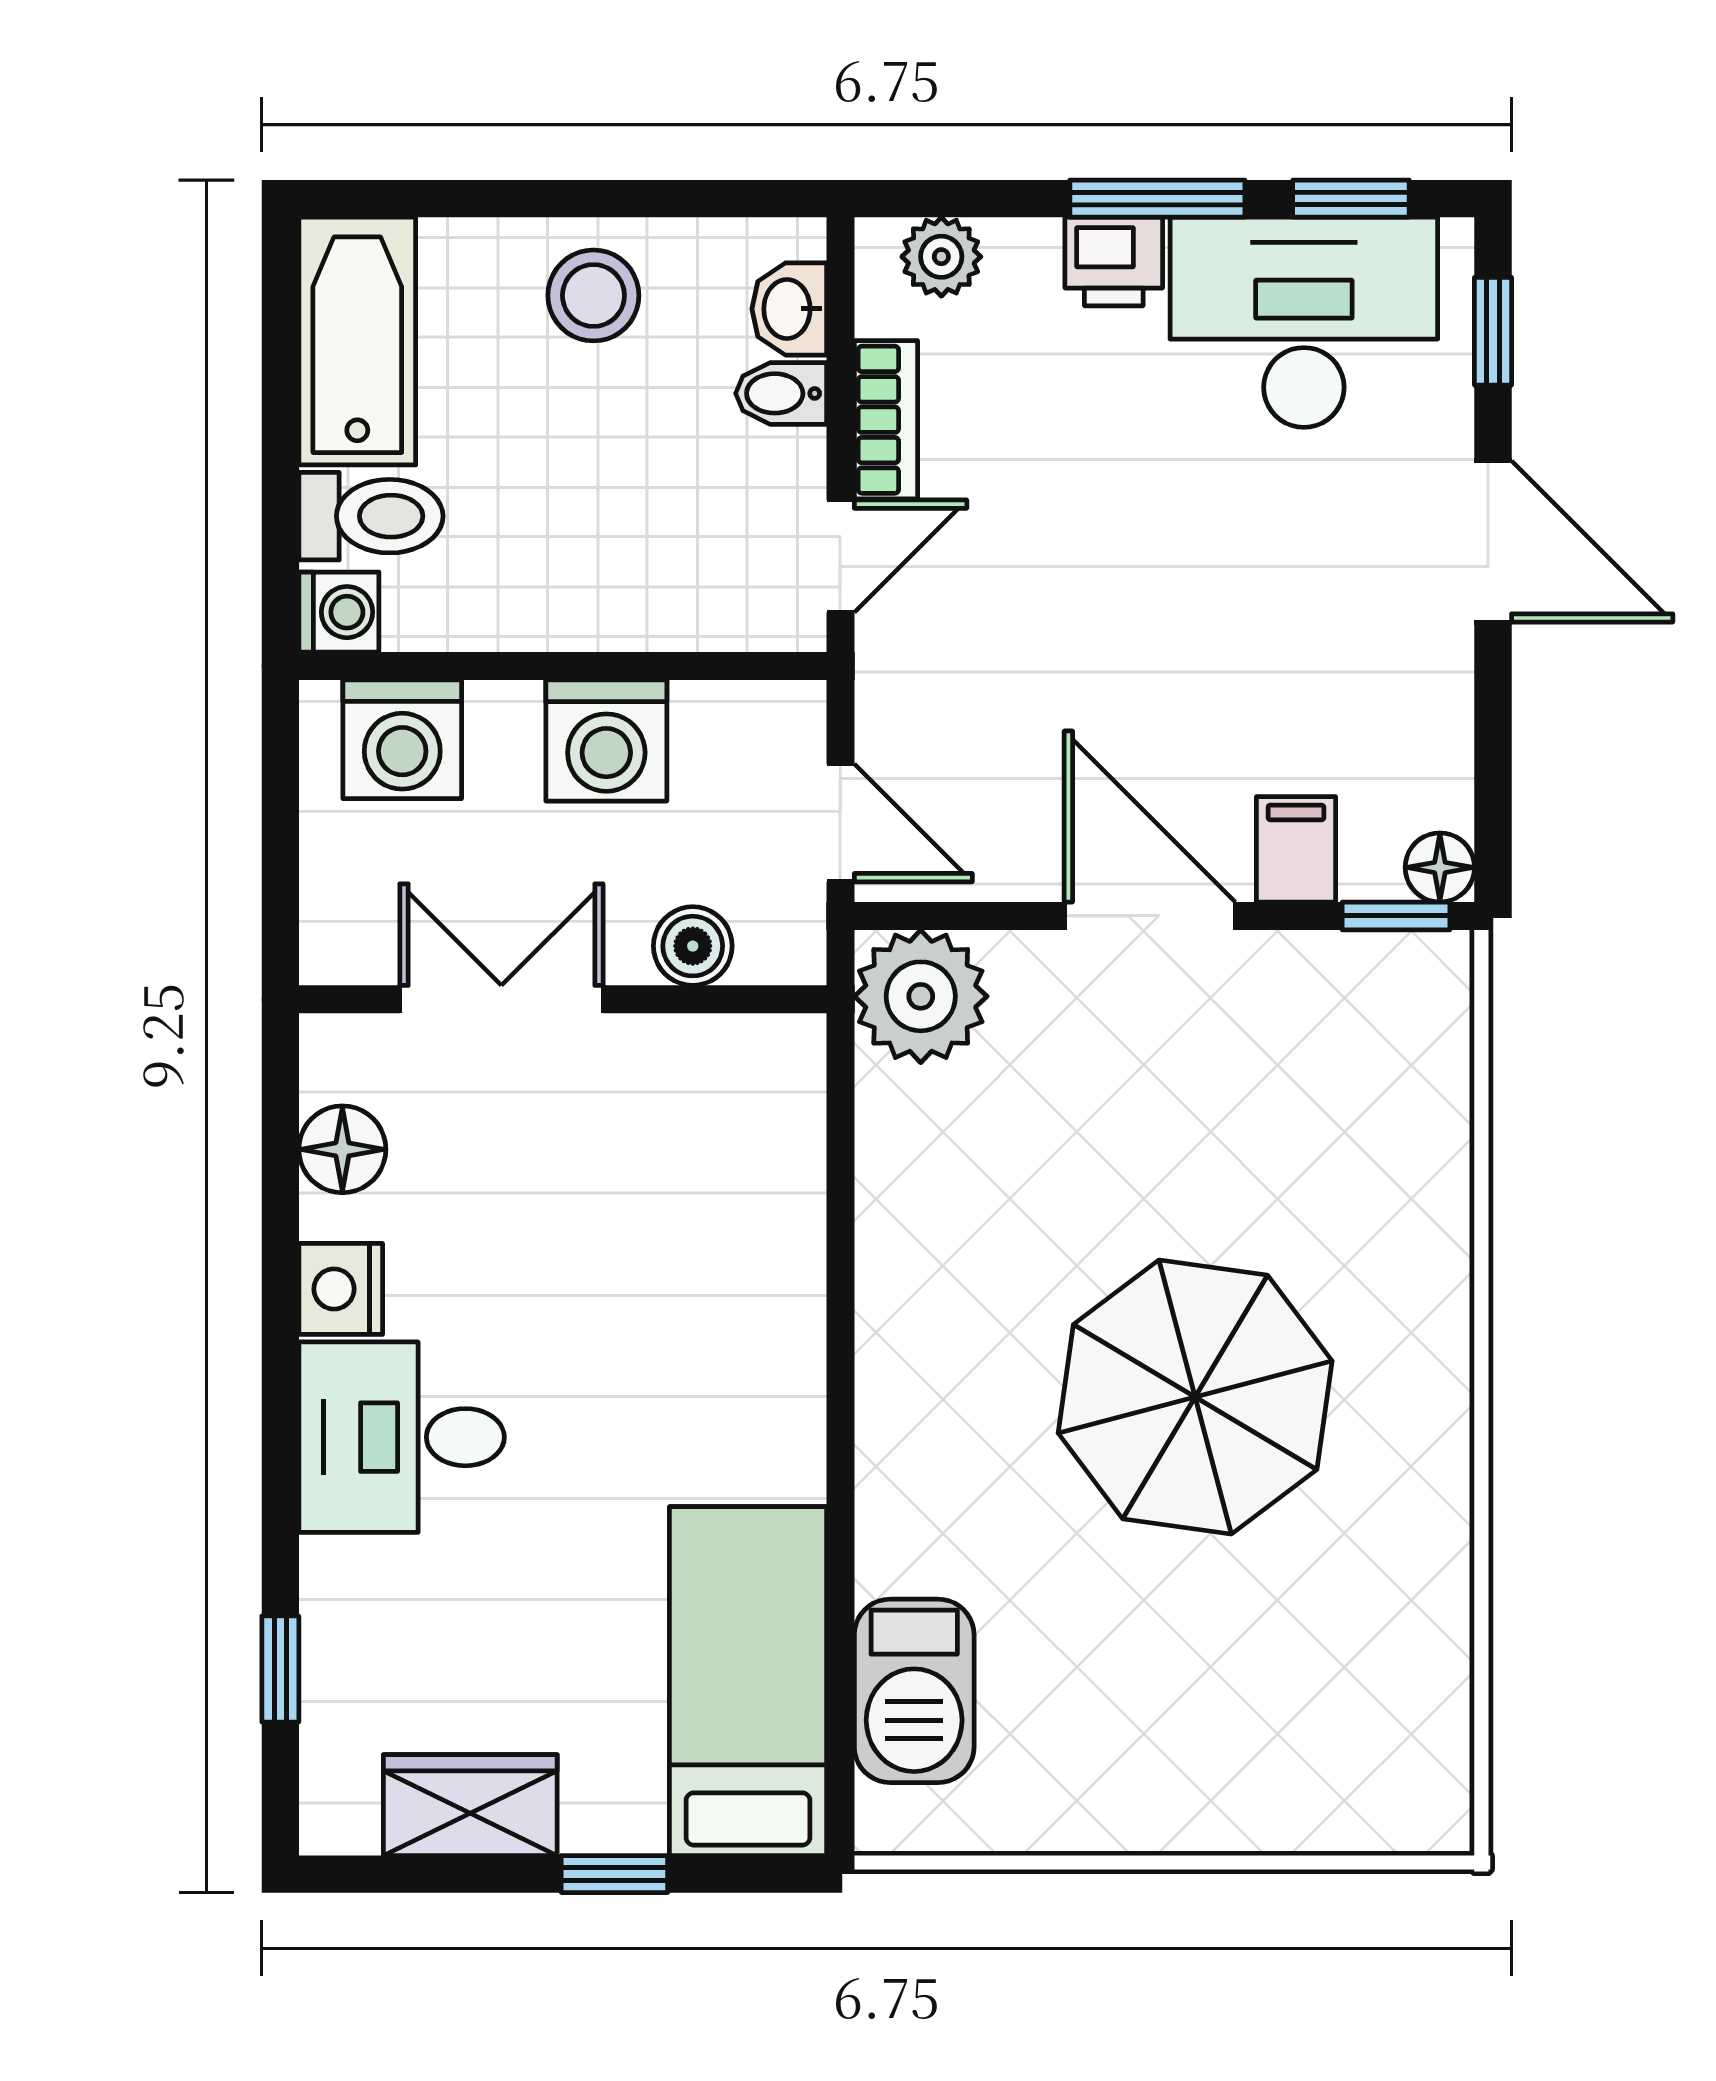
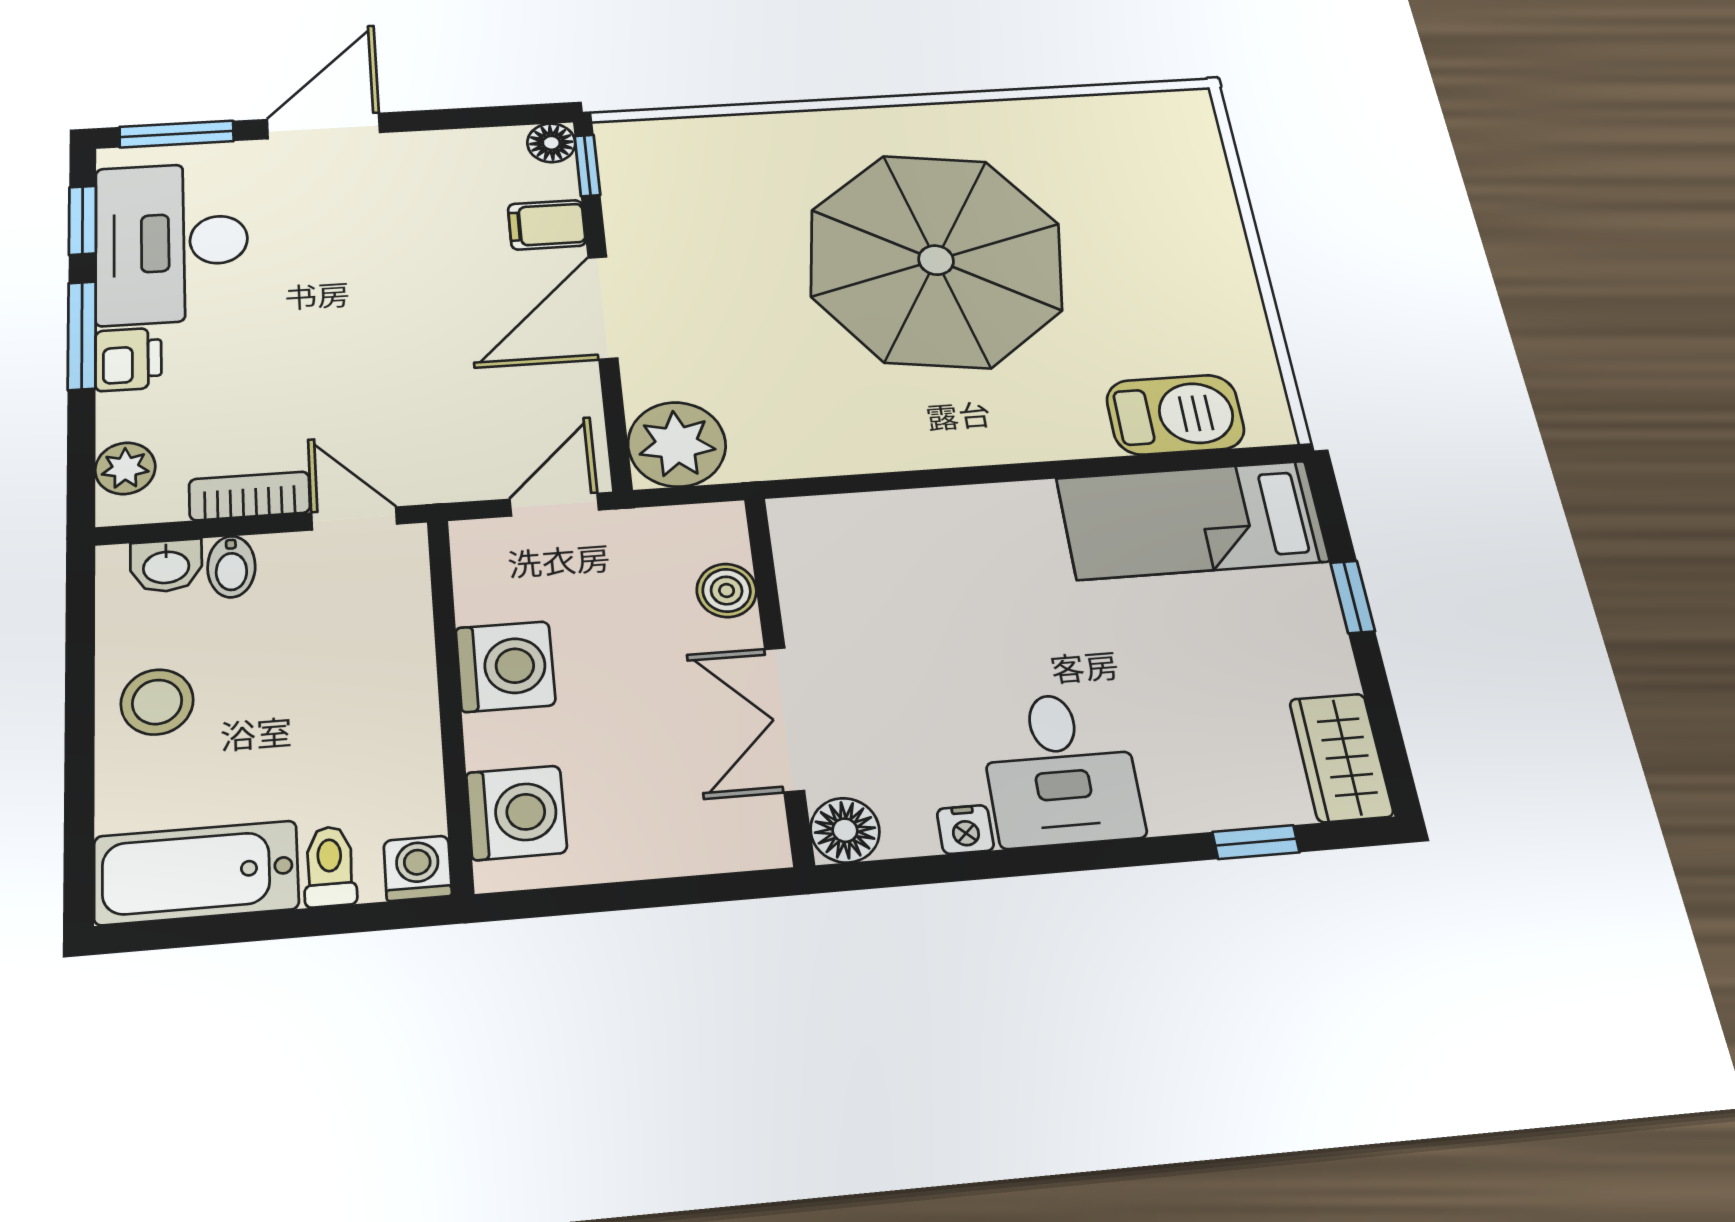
window: (1493, 331) -> (177, 134), width x1.50
toilet: (371, 516) -> (330, 866), width x0.73, depth x0.72
boiler: (693, 946) -> (727, 590), moved
double door: (501, 999) -> (784, 719), moved
wall: (563, 999) -> (779, 676), moved
nightstand: (341, 1289) -> (965, 830), width x0.72, depth x0.74
parasol: (1195, 1397) -> (936, 260), width x1.36, depth x1.36
wardrobe: (470, 1805) -> (1341, 757), moved

